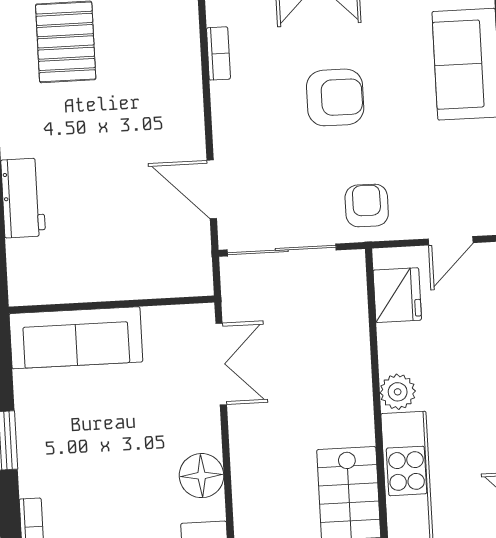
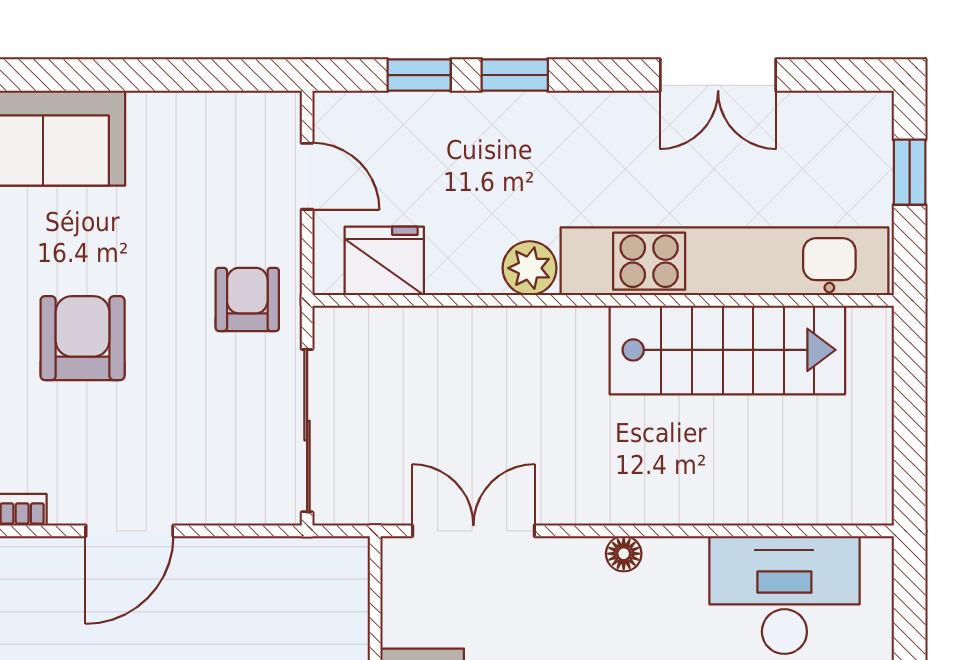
door: (212, 189) -> (129, 531), moved
armchair: (367, 206) -> (247, 299), turned 90
floor lamp: (202, 476) -> (624, 554), width x0.53, depth x0.53

